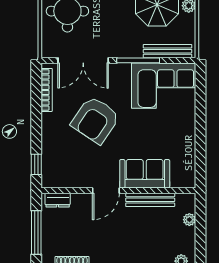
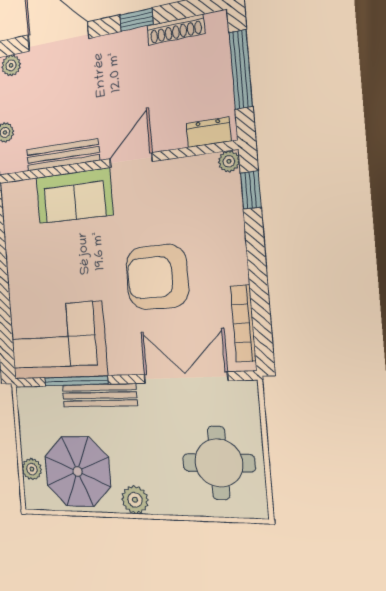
bench: (167, 51) -> (99, 395), moved
window: (138, 60) -> (76, 381), moved
armchair: (95, 120) -> (157, 277), turned -124
plant: (47, 182) -> (229, 161), added

